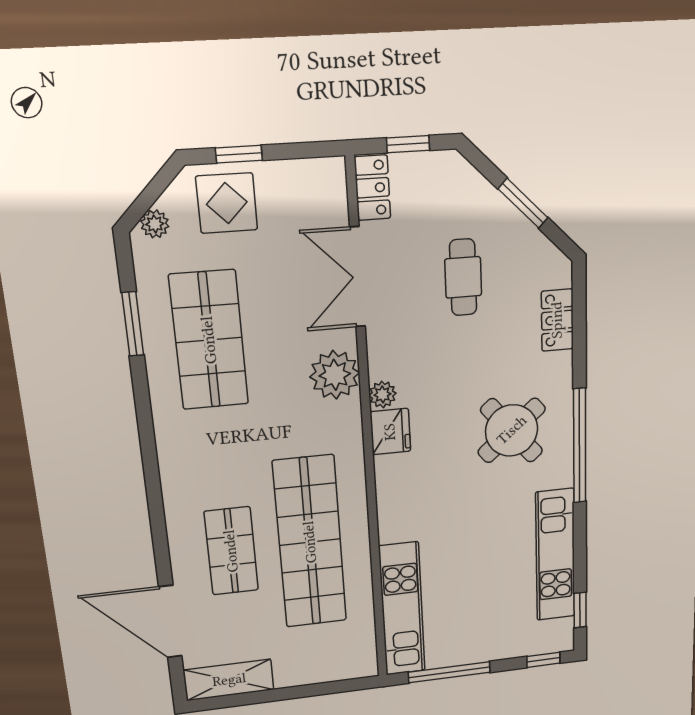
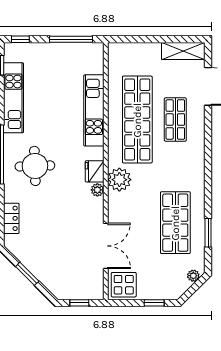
locker: (372, 188) -> (97, 285), removed
display table: (227, 203) -> (124, 285), moved
cafe table: (463, 277) -> (56, 242), removed
plant: (335, 375) -> (119, 180), moved
round table: (512, 430) -> (35, 166), turned 38
kitchen unit: (402, 609) -> (94, 110), moved

